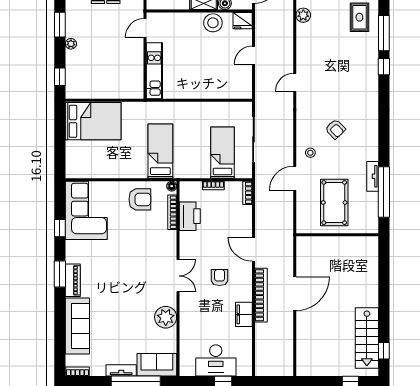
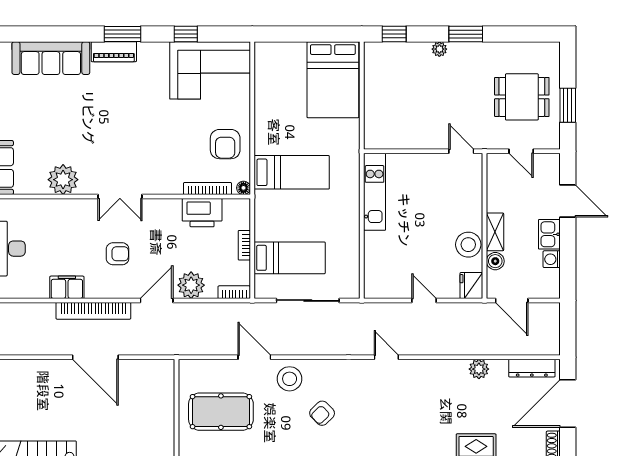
kitchen unit: (154, 71) -> (375, 192), moved, turned -90
stool: (310, 153) -> (290, 379), width x1.89, depth x1.89
plant: (242, 224) -> (191, 285), added

